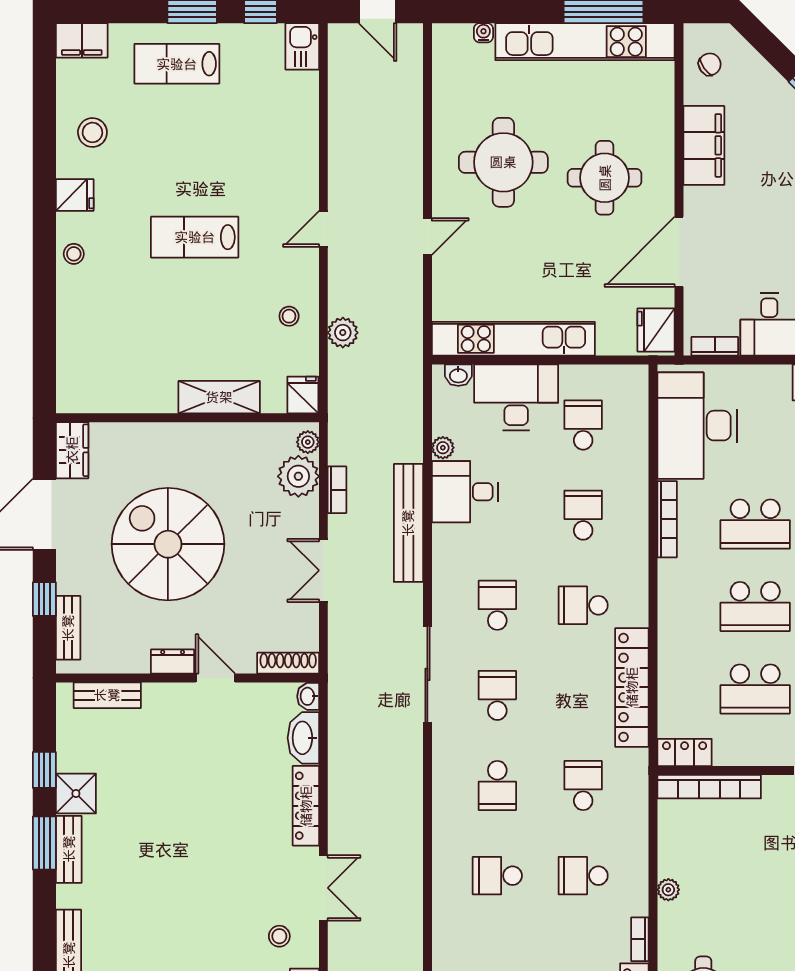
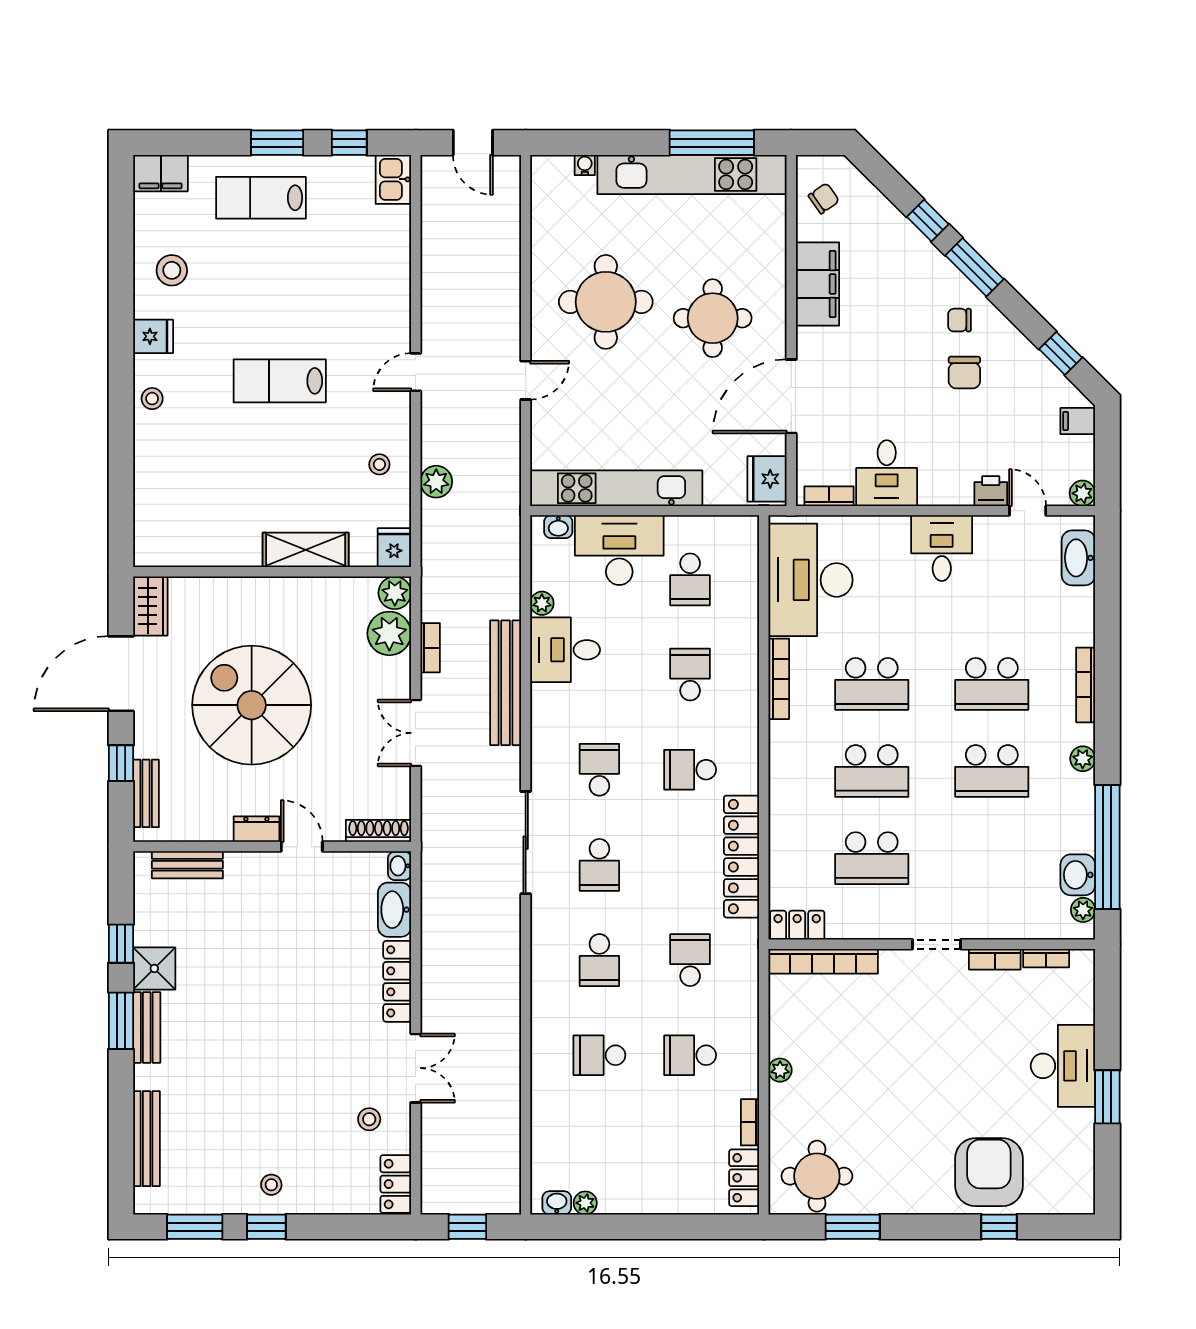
school desk: (583, 425) -> (690, 579), turned 180
plant: (308, 442) -> (395, 593), width x1.38, depth x1.38
school desk: (497, 695) -> (599, 865), turned 180

